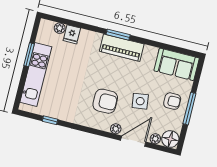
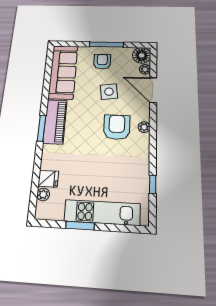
sofa: (177, 64) -> (63, 72), width x1.36
plant: (116, 129) -> (144, 127), moved

